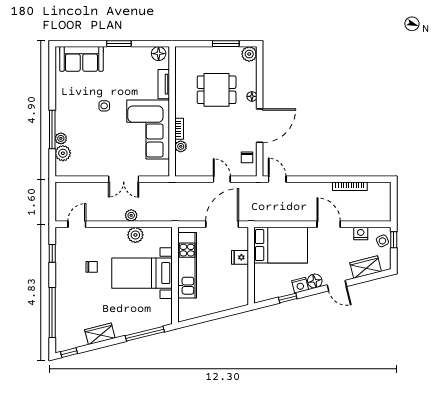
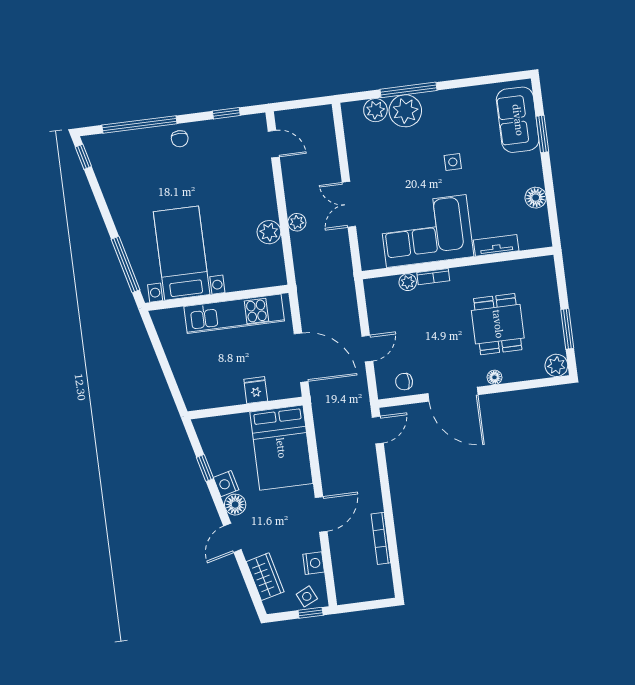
window: (119, 44) -> (542, 134), moved
floor lamp: (159, 54) -> (536, 198), moved
plant: (61, 138) -> (405, 111), width x1.87, depth x1.87
chair: (92, 267) -> (180, 139), moved
bed with nightstands: (142, 273) -> (182, 253), moved
wardrobe: (100, 334) -> (117, 199), removed

